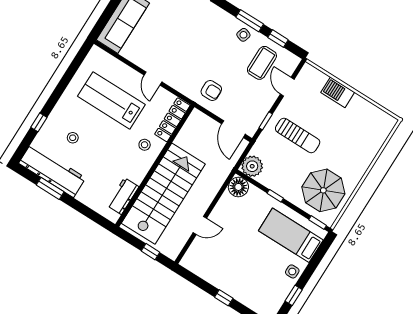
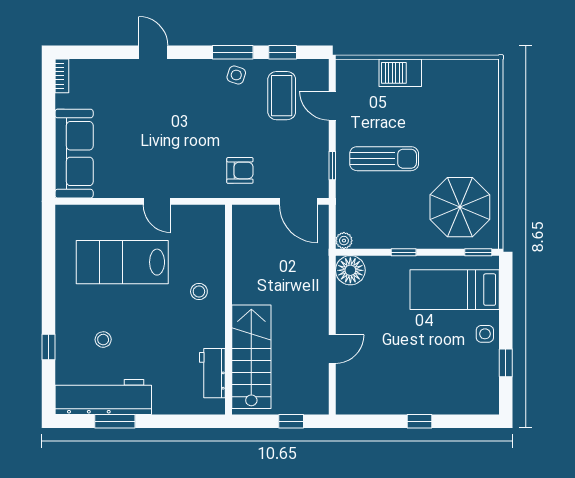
locker: (172, 120) -> (214, 238), removed
plant: (252, 166) -> (344, 241), width x0.53, depth x0.53
stairs: (163, 194) -> (251, 357), width x0.73, depth x0.66

